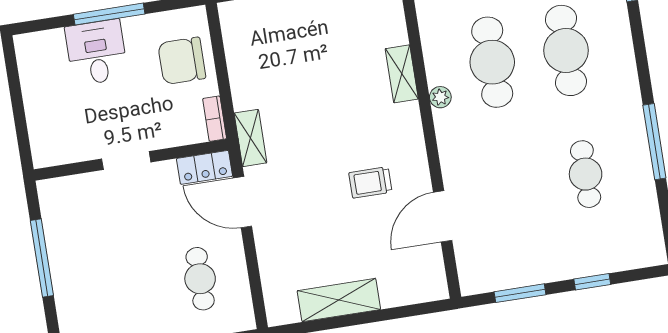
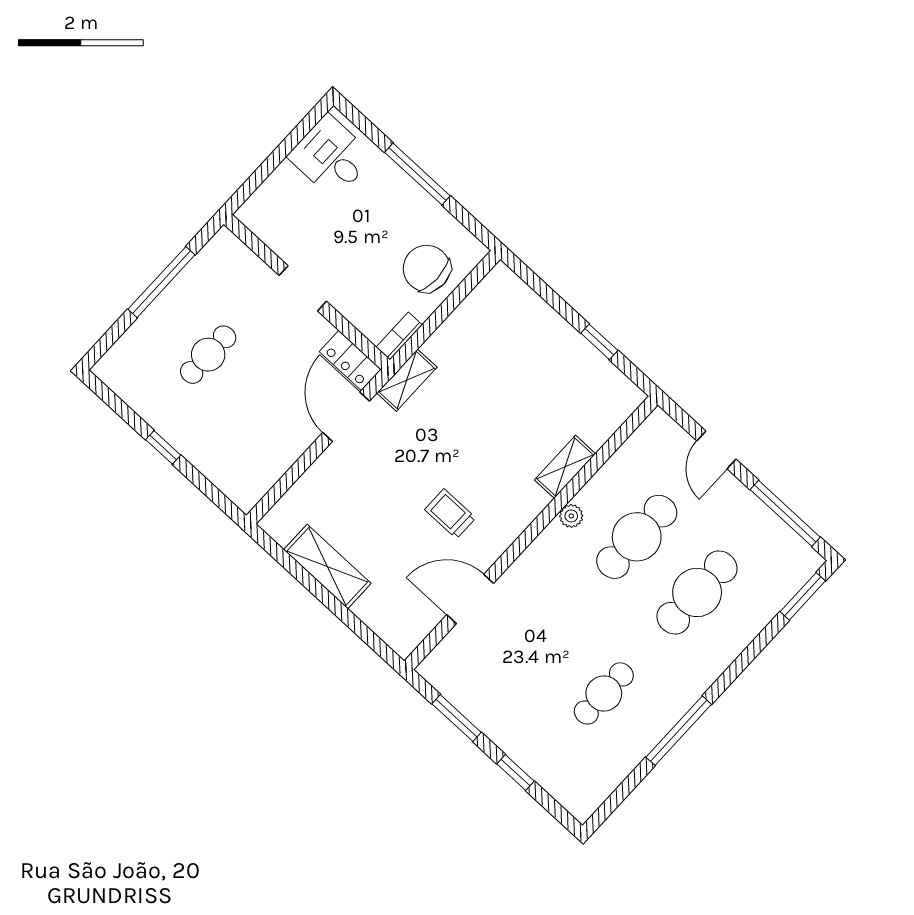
desk: (96, 52) -> (331, 157), moved, turned -90
cafe table: (200, 279) -> (208, 355), moved

